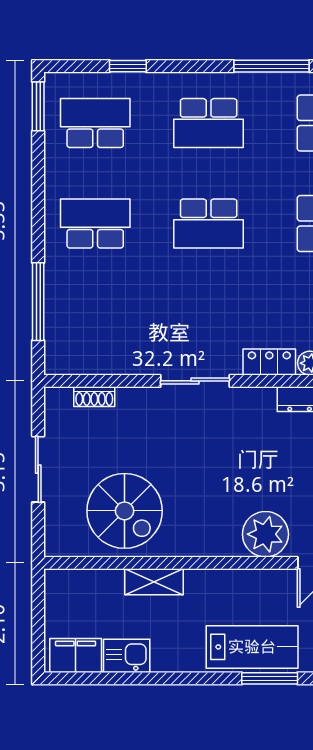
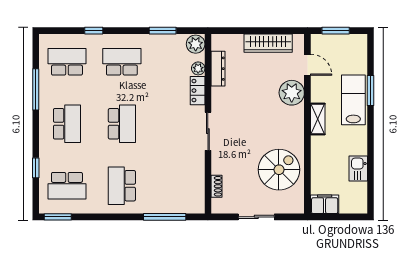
school desk: (95, 123) -> (67, 186), turned -90
shelving: (154, 582) -> (318, 119), moved
filing cabinet: (76, 655) -> (325, 204), moved, turned 90

